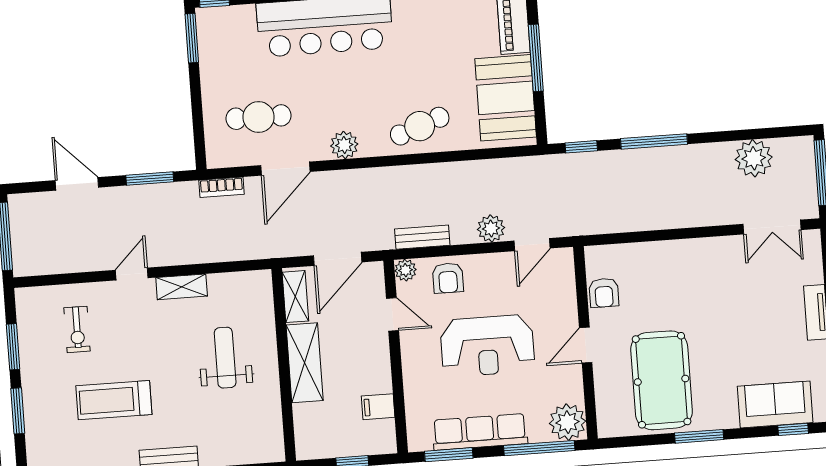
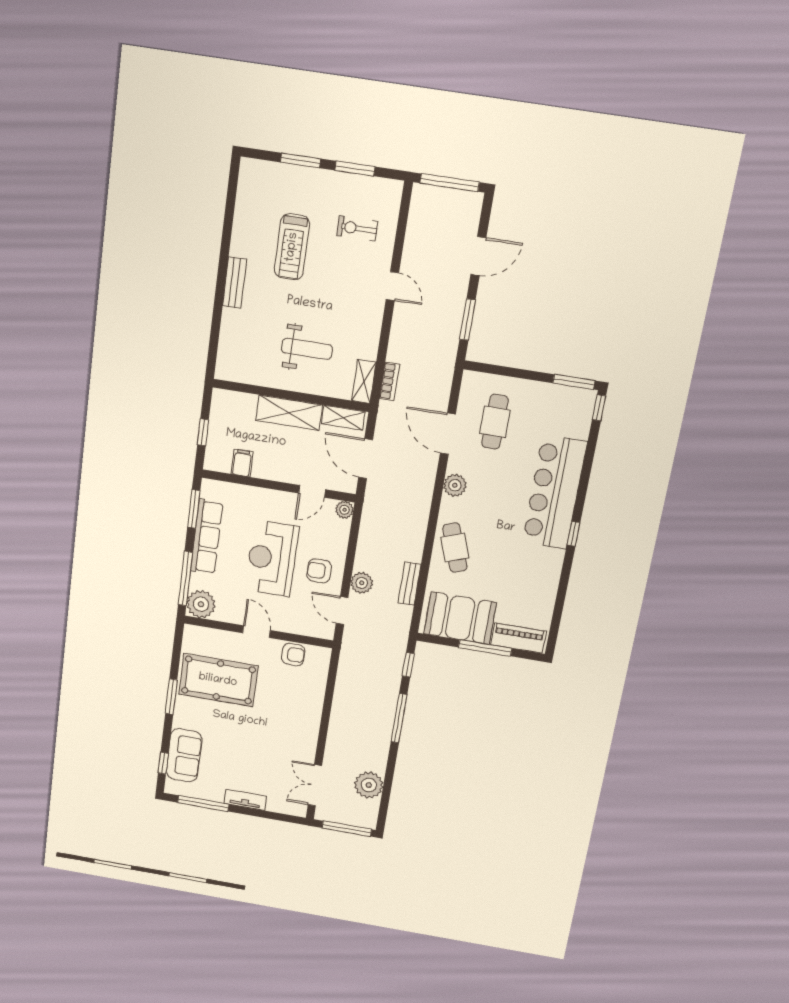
bookcase: (222, 187) -> (389, 381), moved, turned 180
bench: (422, 237) -> (410, 584), moved
armchair: (448, 278) -> (319, 571), moved
shelving: (182, 287) -> (364, 381), moved
armchair: (604, 293) -> (293, 654), turned 180
treadmill: (114, 400) -> (292, 247), turned 180

